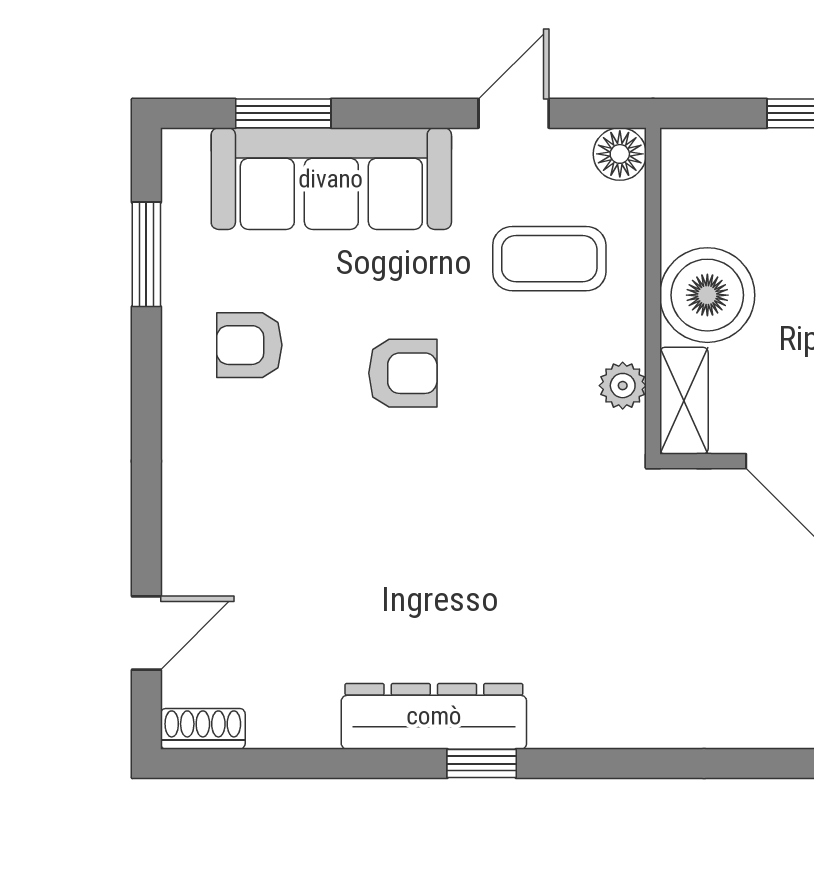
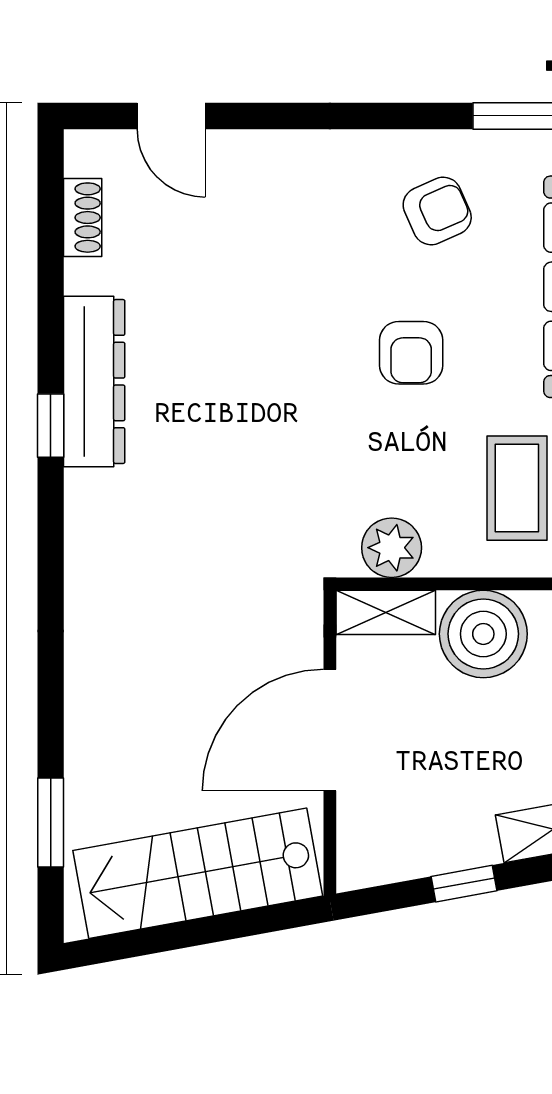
armchair: (249, 345) -> (437, 211), turned 66
plant: (623, 386) -> (392, 548), width x1.38, depth x1.38
shoe rack: (203, 729) -> (83, 218), moved

